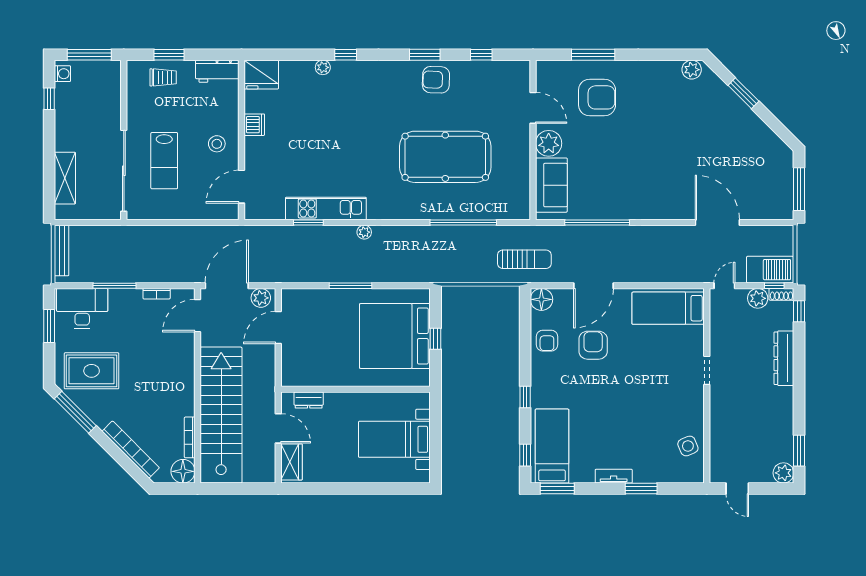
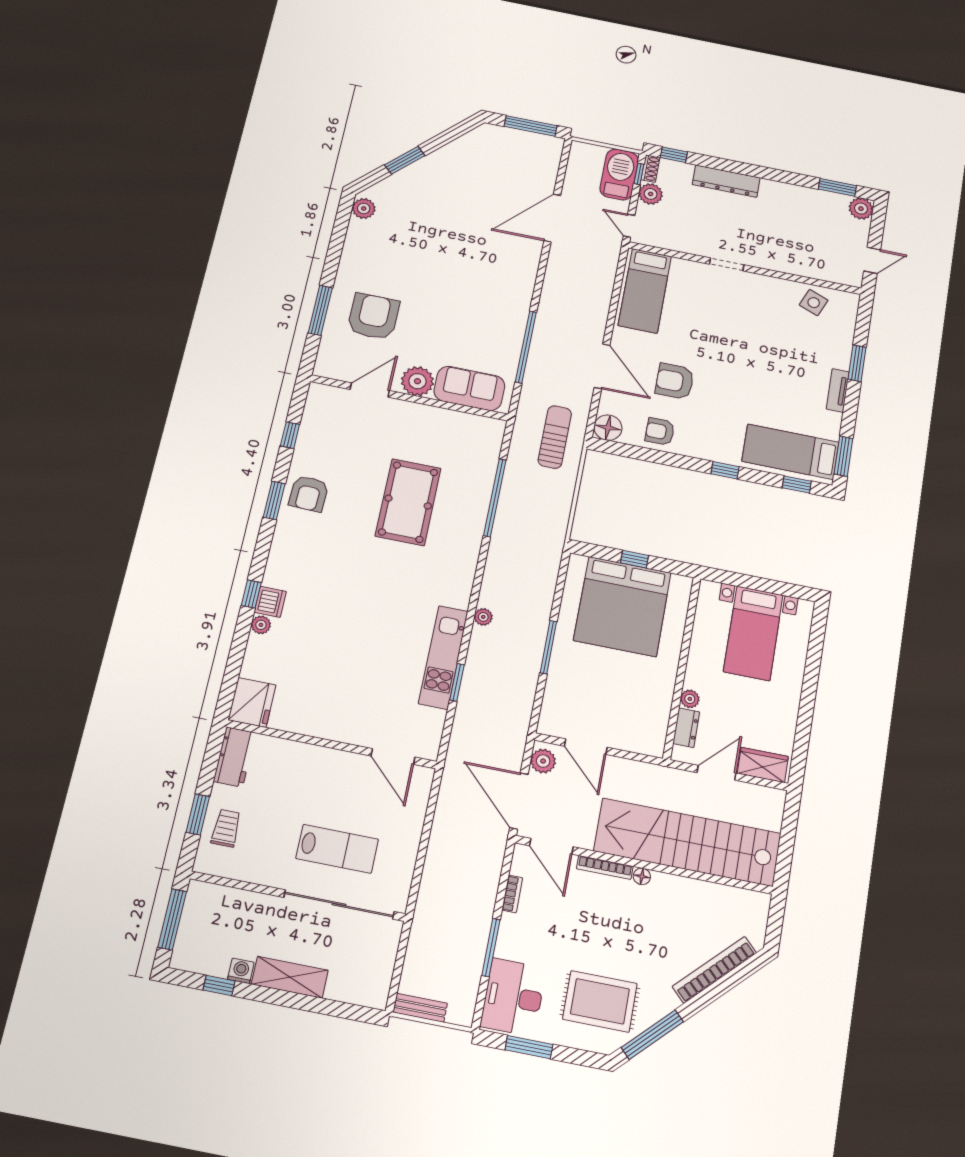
washing machine: (62, 74) -> (241, 971), moved
dishwasher: (254, 125) -> (270, 602), moved, turned 90
stool: (217, 144) -> (330, 777), removed
pool table: (445, 157) -> (408, 502), width x0.73, depth x0.76
shelving: (65, 178) -> (290, 977), moved
bench: (62, 251) -> (420, 1008), width x0.73
armchair: (547, 341) -> (660, 432), turned 180
rug: (92, 371) -> (600, 1001), turned 90
plant: (332, 399) -> (690, 699), added
bookcase: (190, 437) -> (605, 868), moved
side table: (688, 446) -> (814, 303), turned 45
floor lamp: (183, 471) -> (642, 876), moved, width x0.53, depth x0.53

